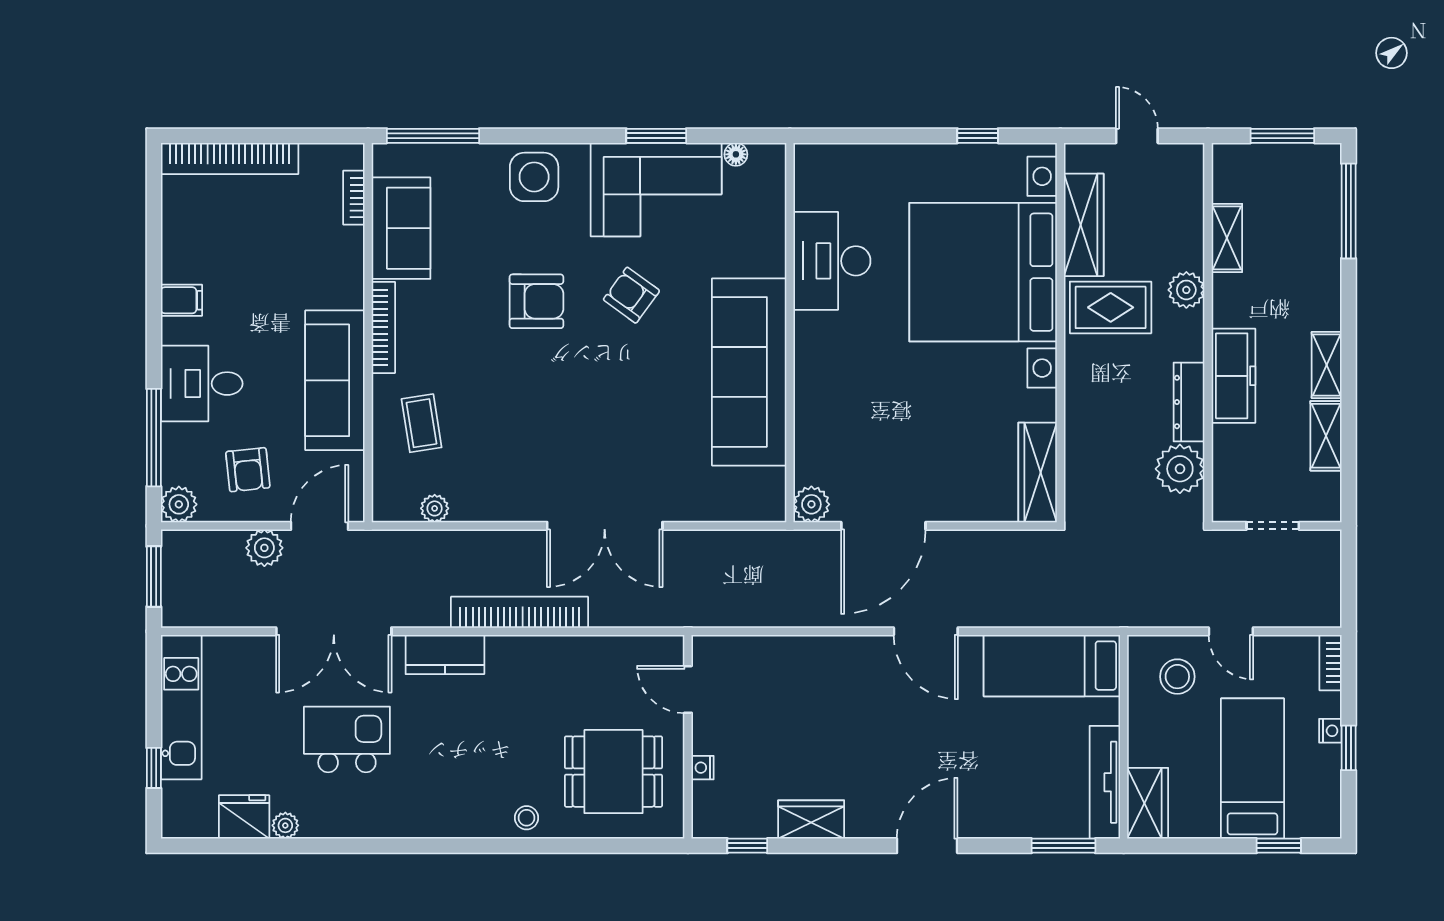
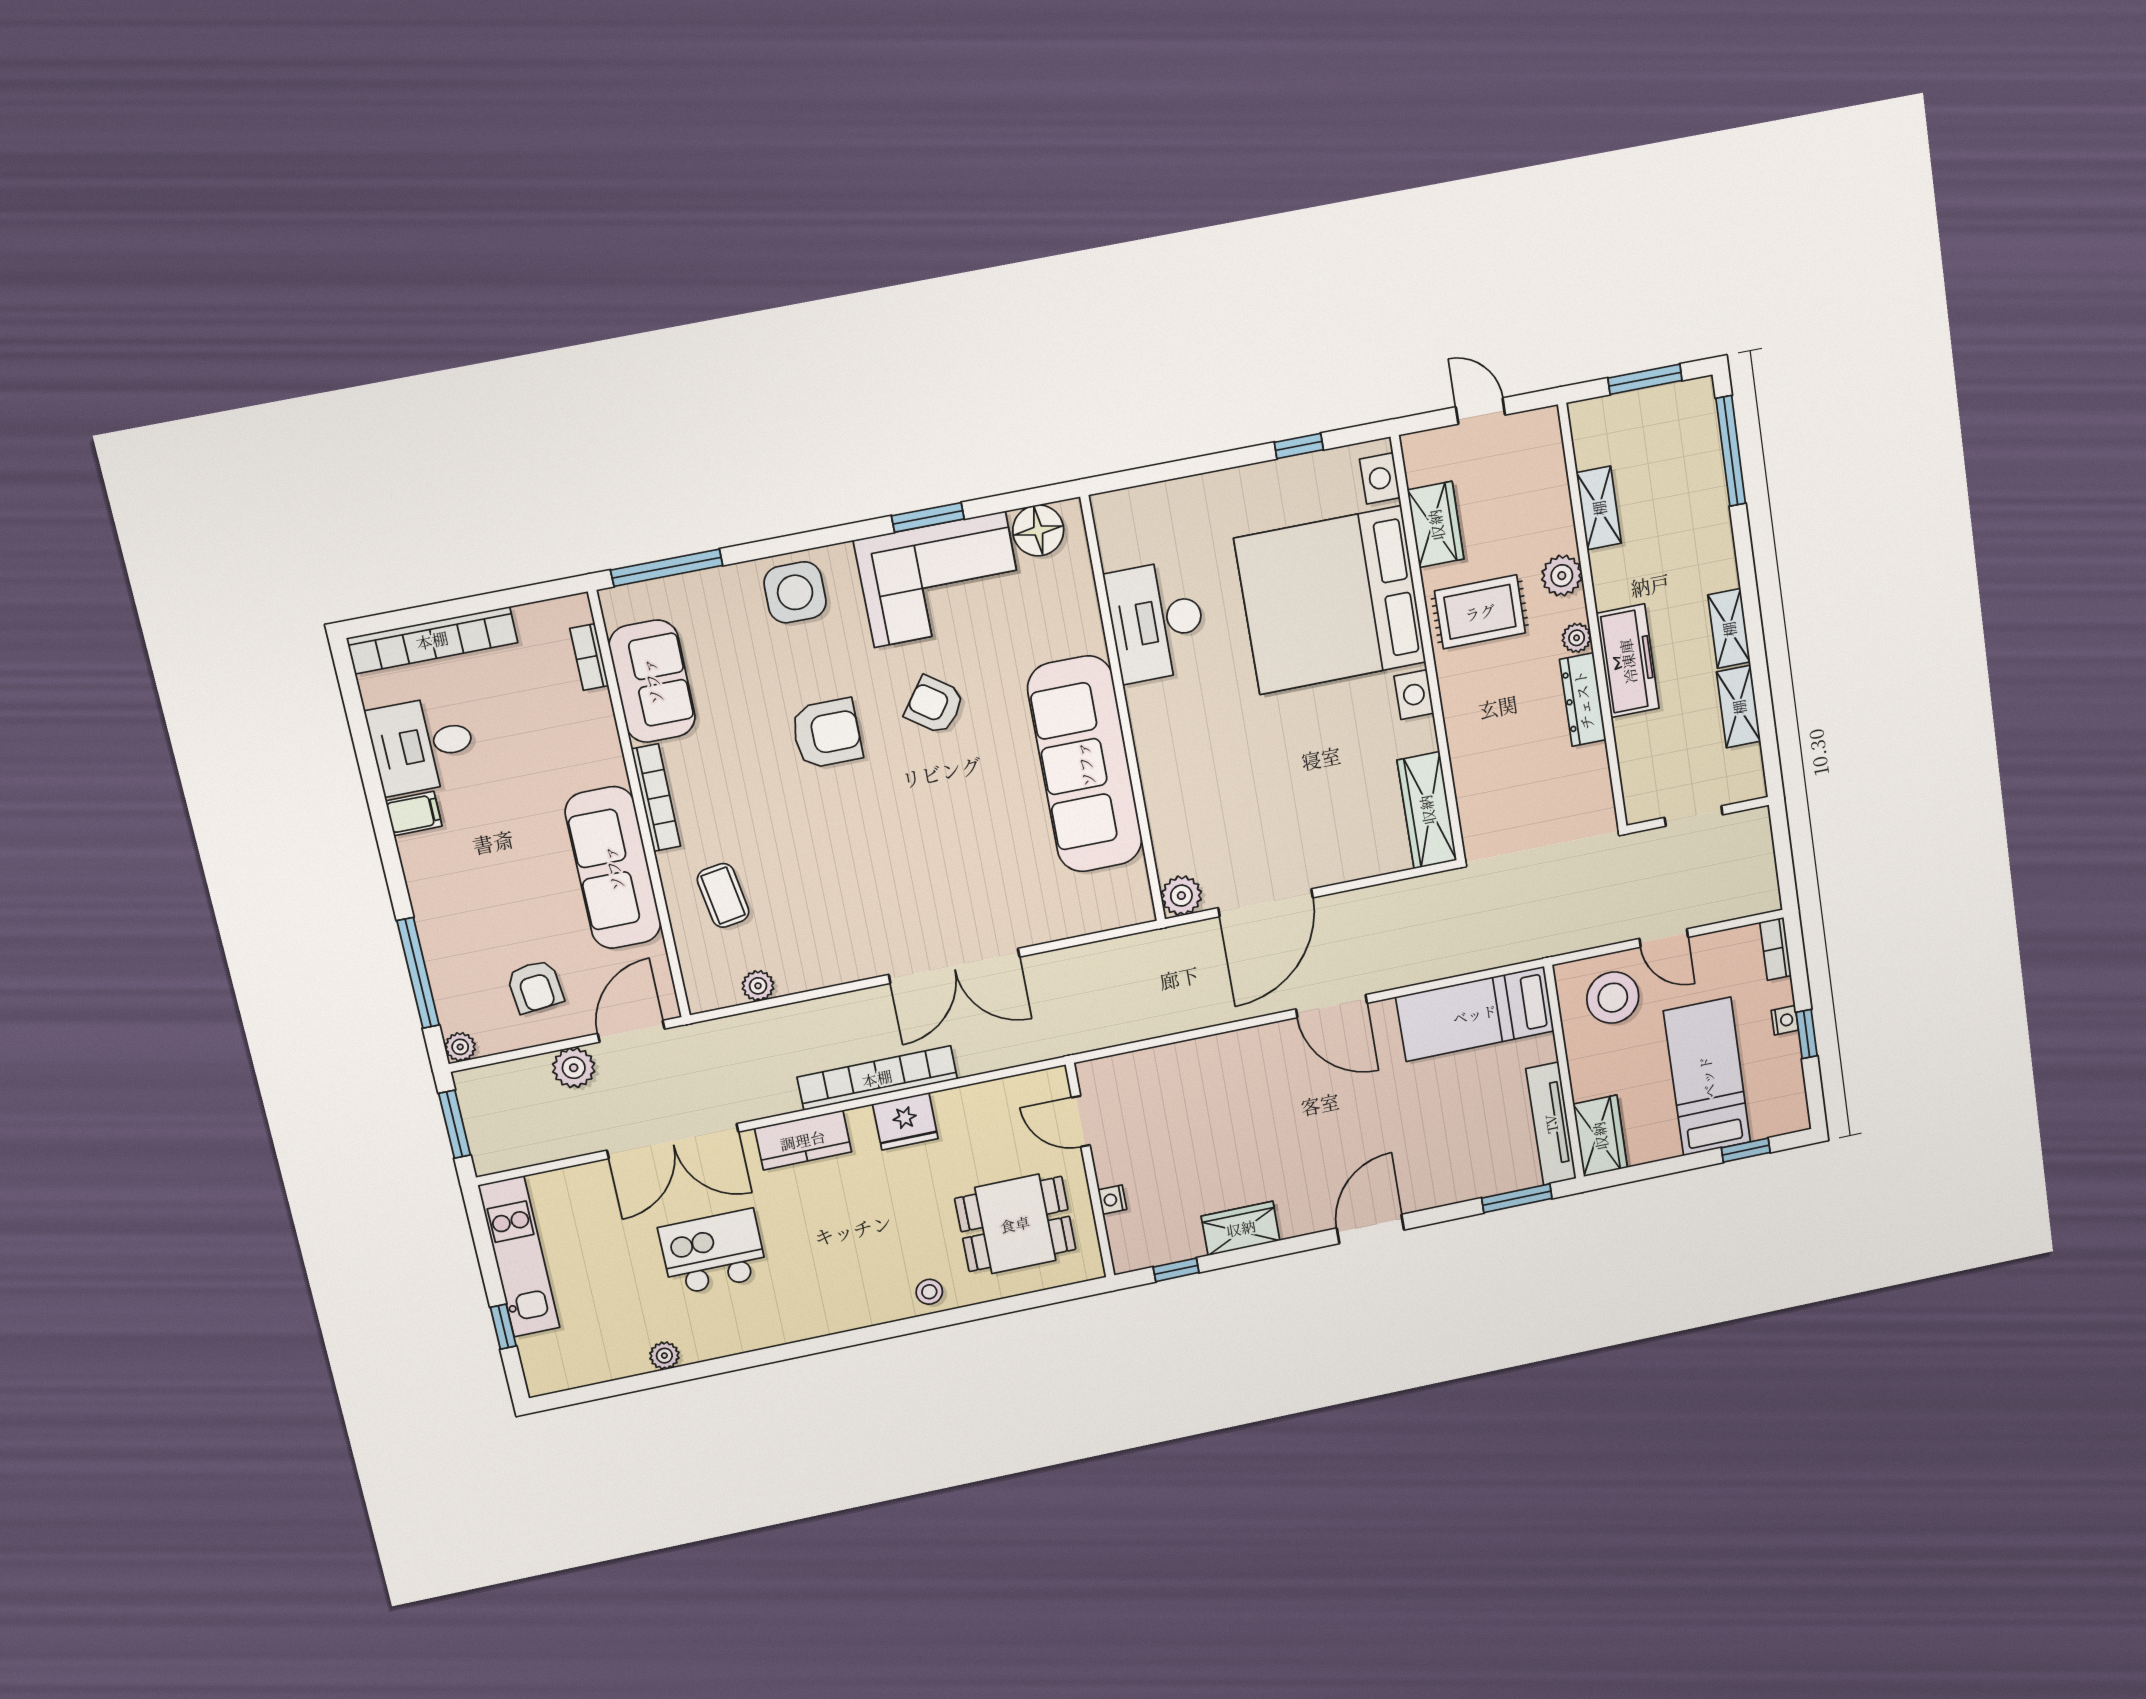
floor lamp: (736, 154) -> (1038, 530), width x1.89, depth x1.89
wardrobe: (1084, 225) -> (1436, 525), width x0.67
desk: (202, 384) -> (422, 745), moved
plant: (1180, 469) -> (1577, 638), moved, width x0.53, depth x0.53
plant: (179, 504) -> (460, 1047), width x0.73, depth x0.73
stool: (1177, 677) -> (1613, 998), width x1.38, depth x1.38
fridge: (244, 817) -> (905, 1121), moved, turned 180

